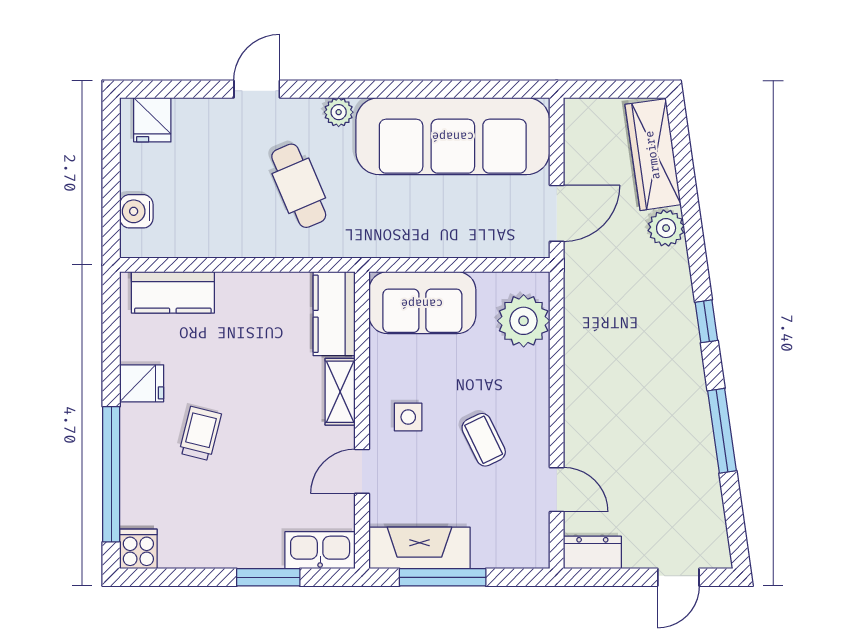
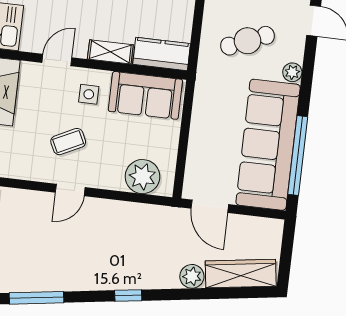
window: (464, 89) -> (298, 156), added
sofa: (422, 303) -> (145, 95), moved, turned -90
window: (722, 431) -> (37, 298), moved
door: (362, 471) -> (57, 60), hinge flipped
door: (557, 490) -> (70, 190), moved

